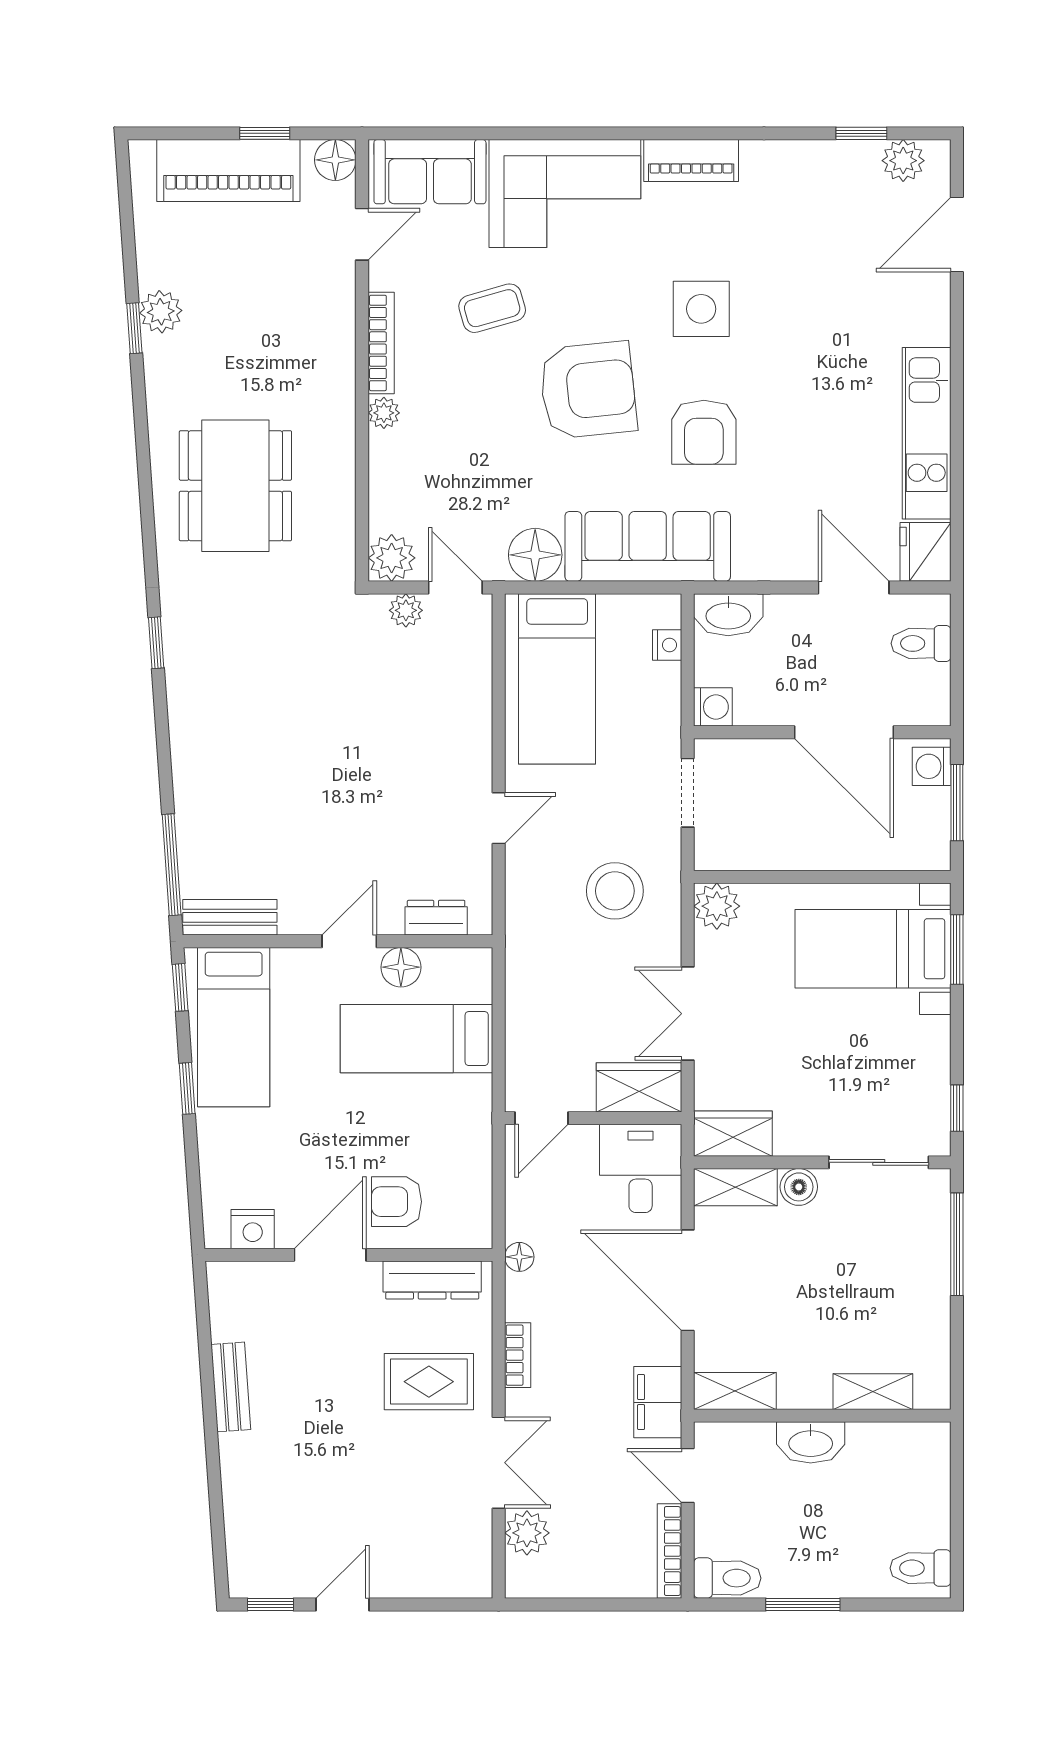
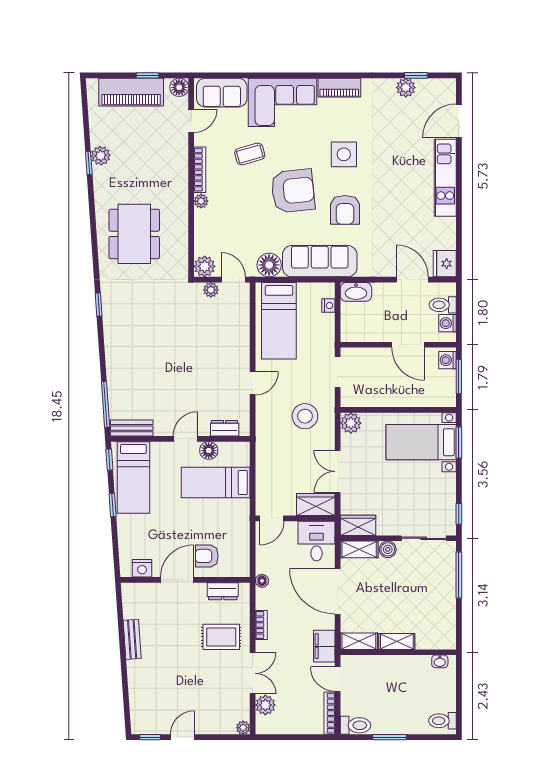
plant: (903, 161) -> (406, 88), moved
kitchen unit: (927, 433) -> (445, 178), moved
washing machine: (713, 707) -> (447, 323), moved, turned 180
door: (844, 732) -> (408, 345), width x0.73
dresser: (432, 1280) -> (223, 591), width x0.70
shelving: (873, 1392) -> (397, 641), moved
washbasin: (811, 1442) -> (440, 661), moved, width x0.52, depth x0.69
plant: (477, 1583) -> (243, 728), added

